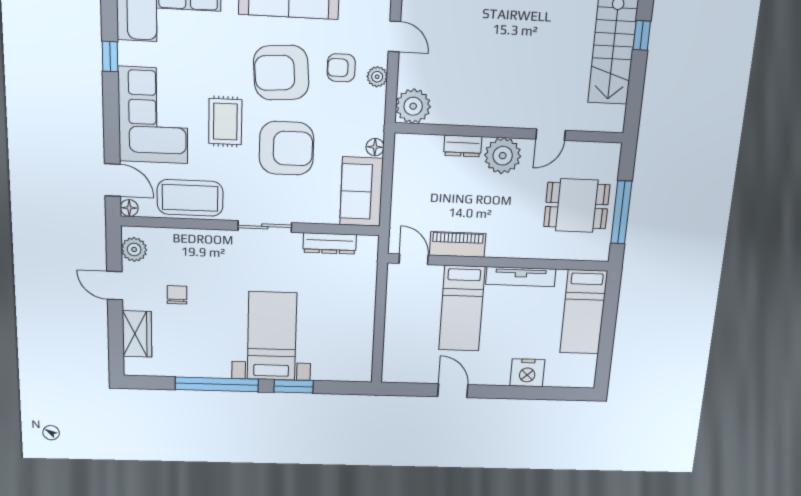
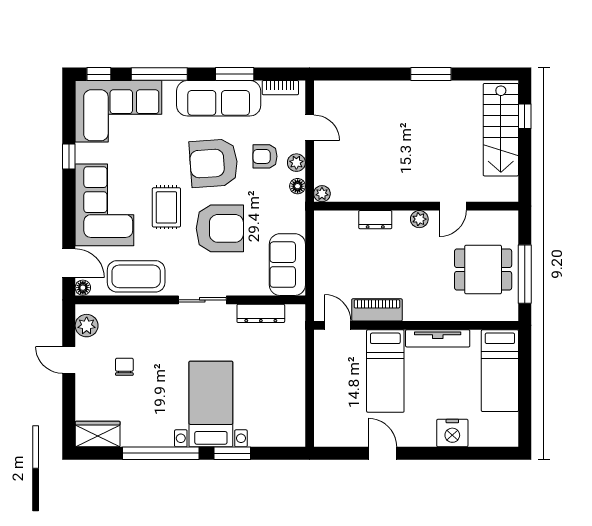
plant: (413, 106) -> (322, 194), width x0.53, depth x0.53
floor lamp: (375, 147) -> (298, 186), moved
plant: (503, 156) -> (419, 219), width x0.53, depth x0.53
wardrobe: (137, 334) -> (98, 434), moved, turned -90

